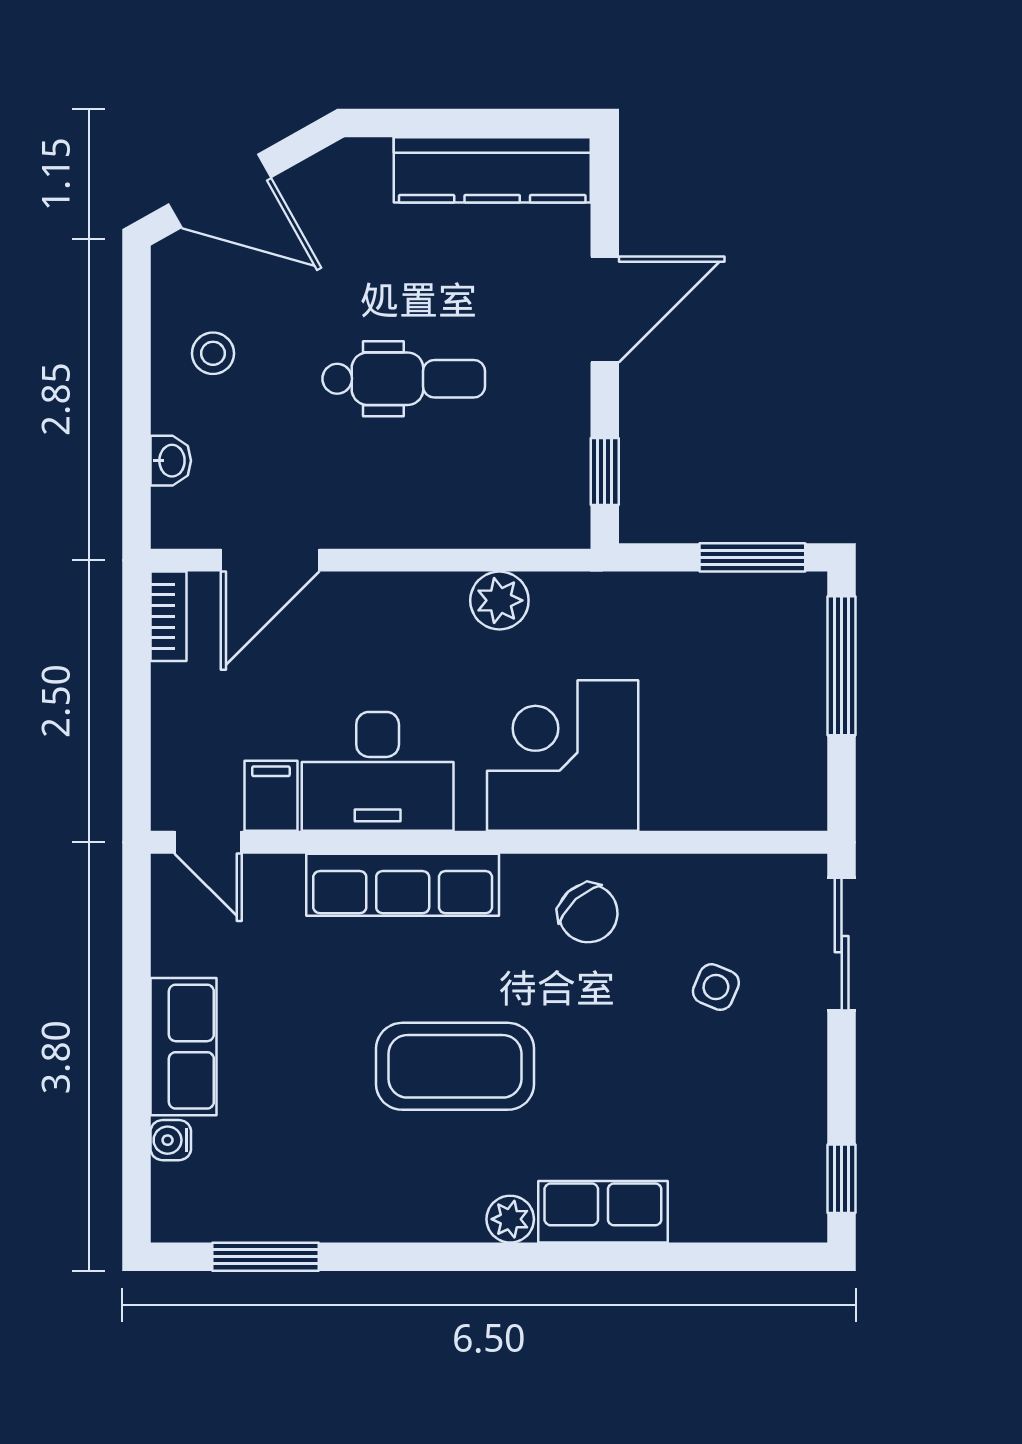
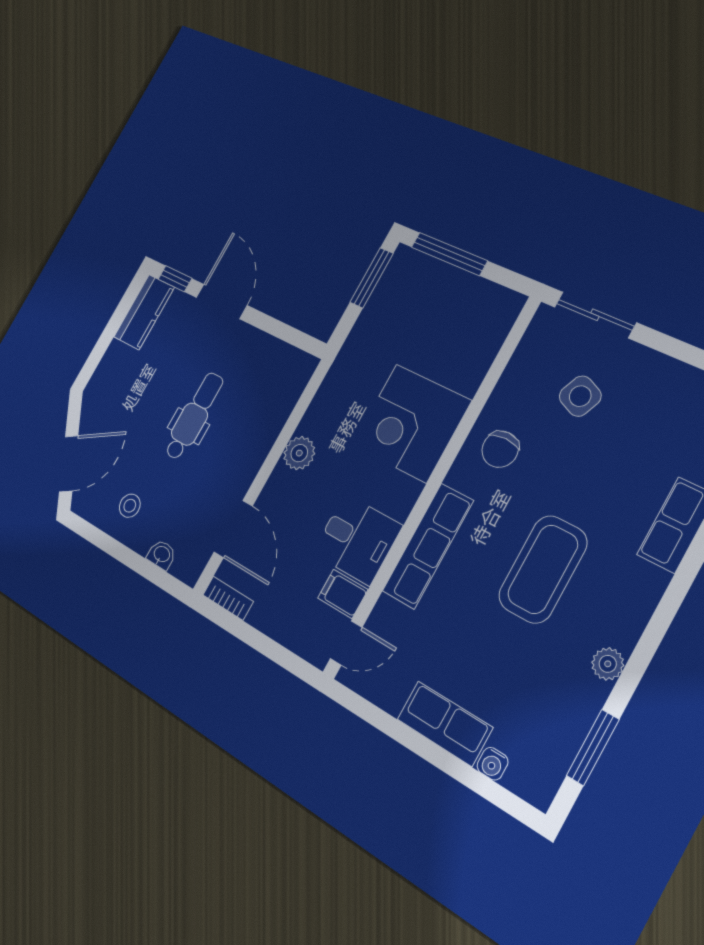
kitchen counter: (492, 170) -> (144, 312), width x0.67
window: (605, 471) -> (175, 279), moved
plant: (499, 600) -> (299, 453), moved
desk: (378, 771) -> (357, 539), width x0.73
chair: (588, 913) -> (500, 449), turned 132
side table: (716, 987) -> (580, 396), width x1.37, depth x1.37
plant: (510, 1219) -> (608, 664), moved

